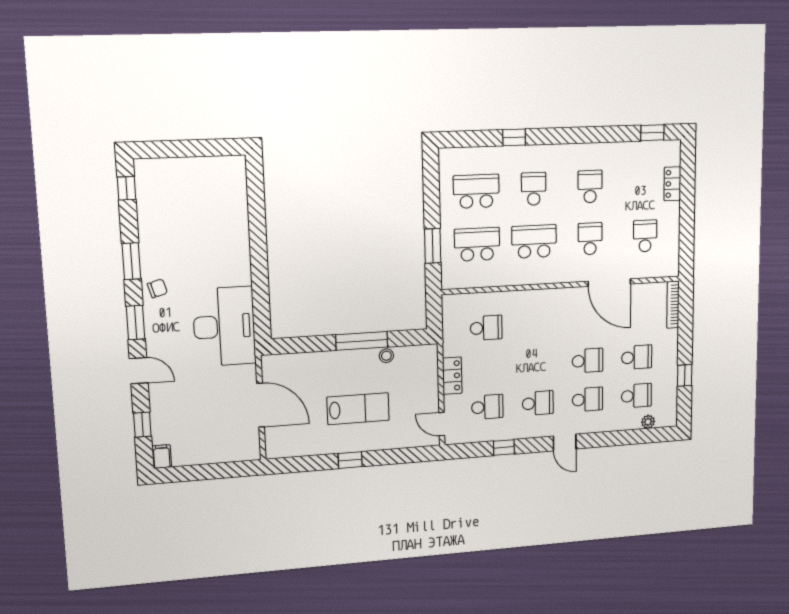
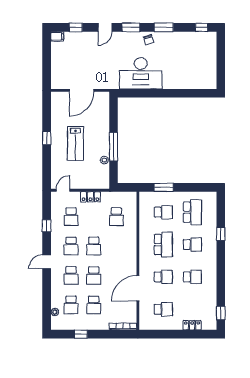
school desk: (477, 244) -> (163, 212), width x0.54
desk: (224, 326) -> (141, 73), moved
school desk: (538, 364) -> (94, 246), added

